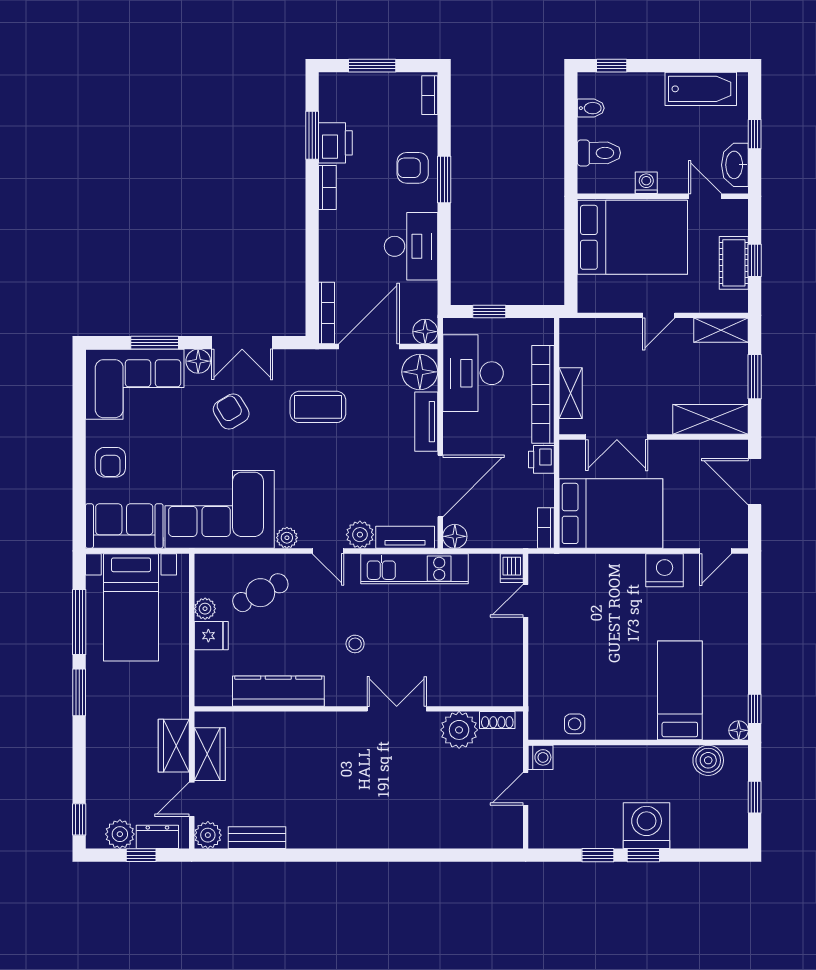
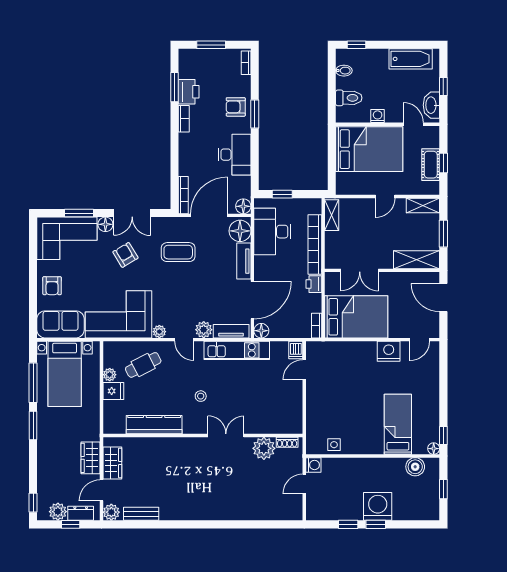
shelving: (571, 393) -> (332, 215), moved

